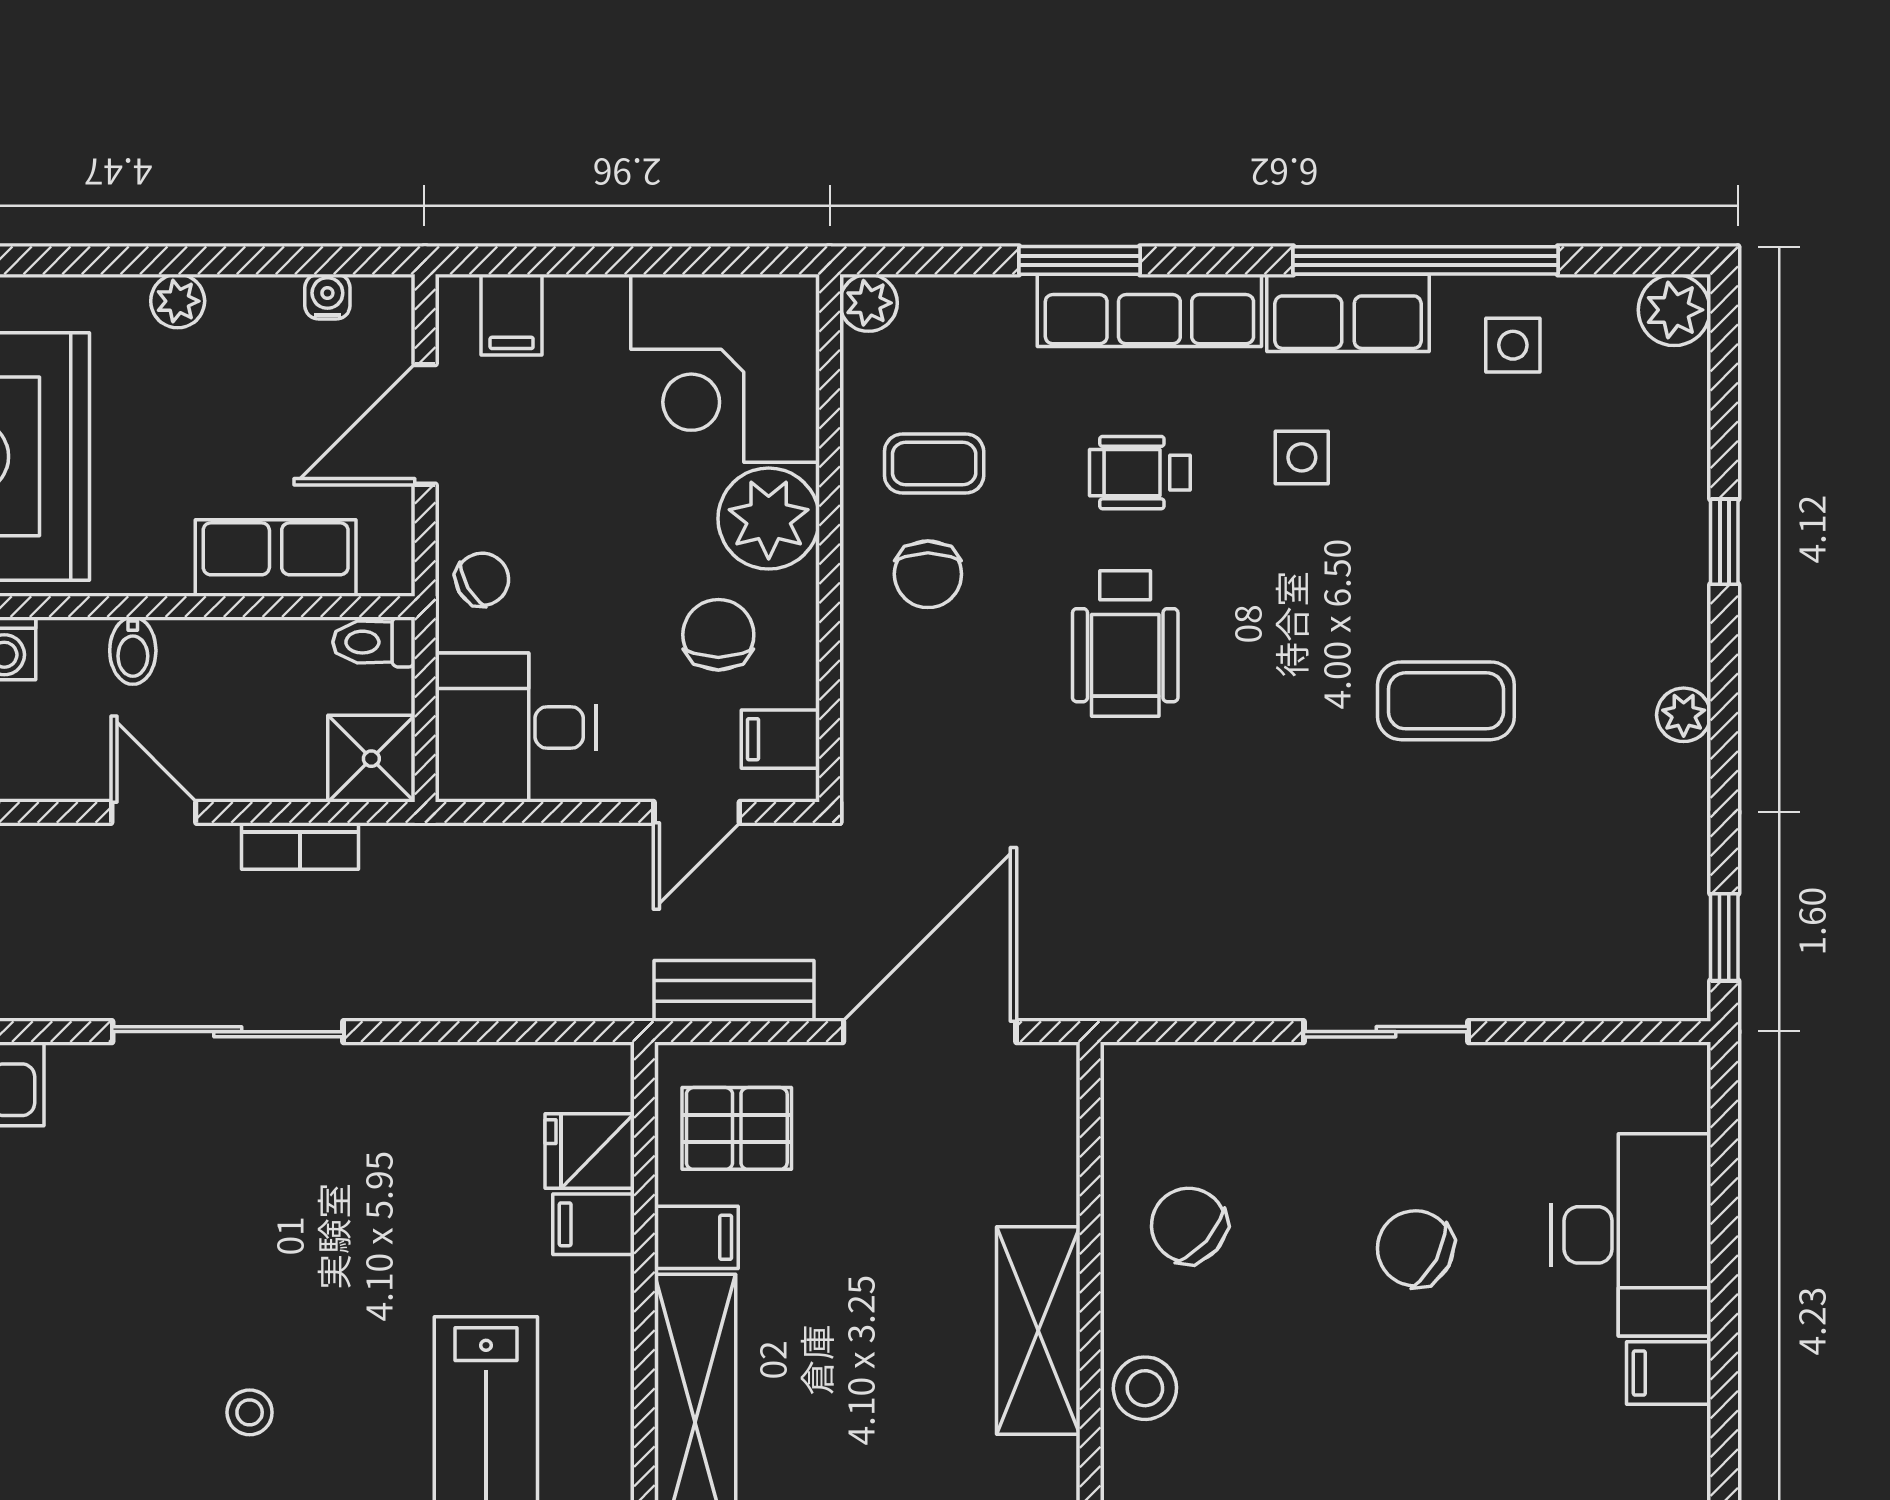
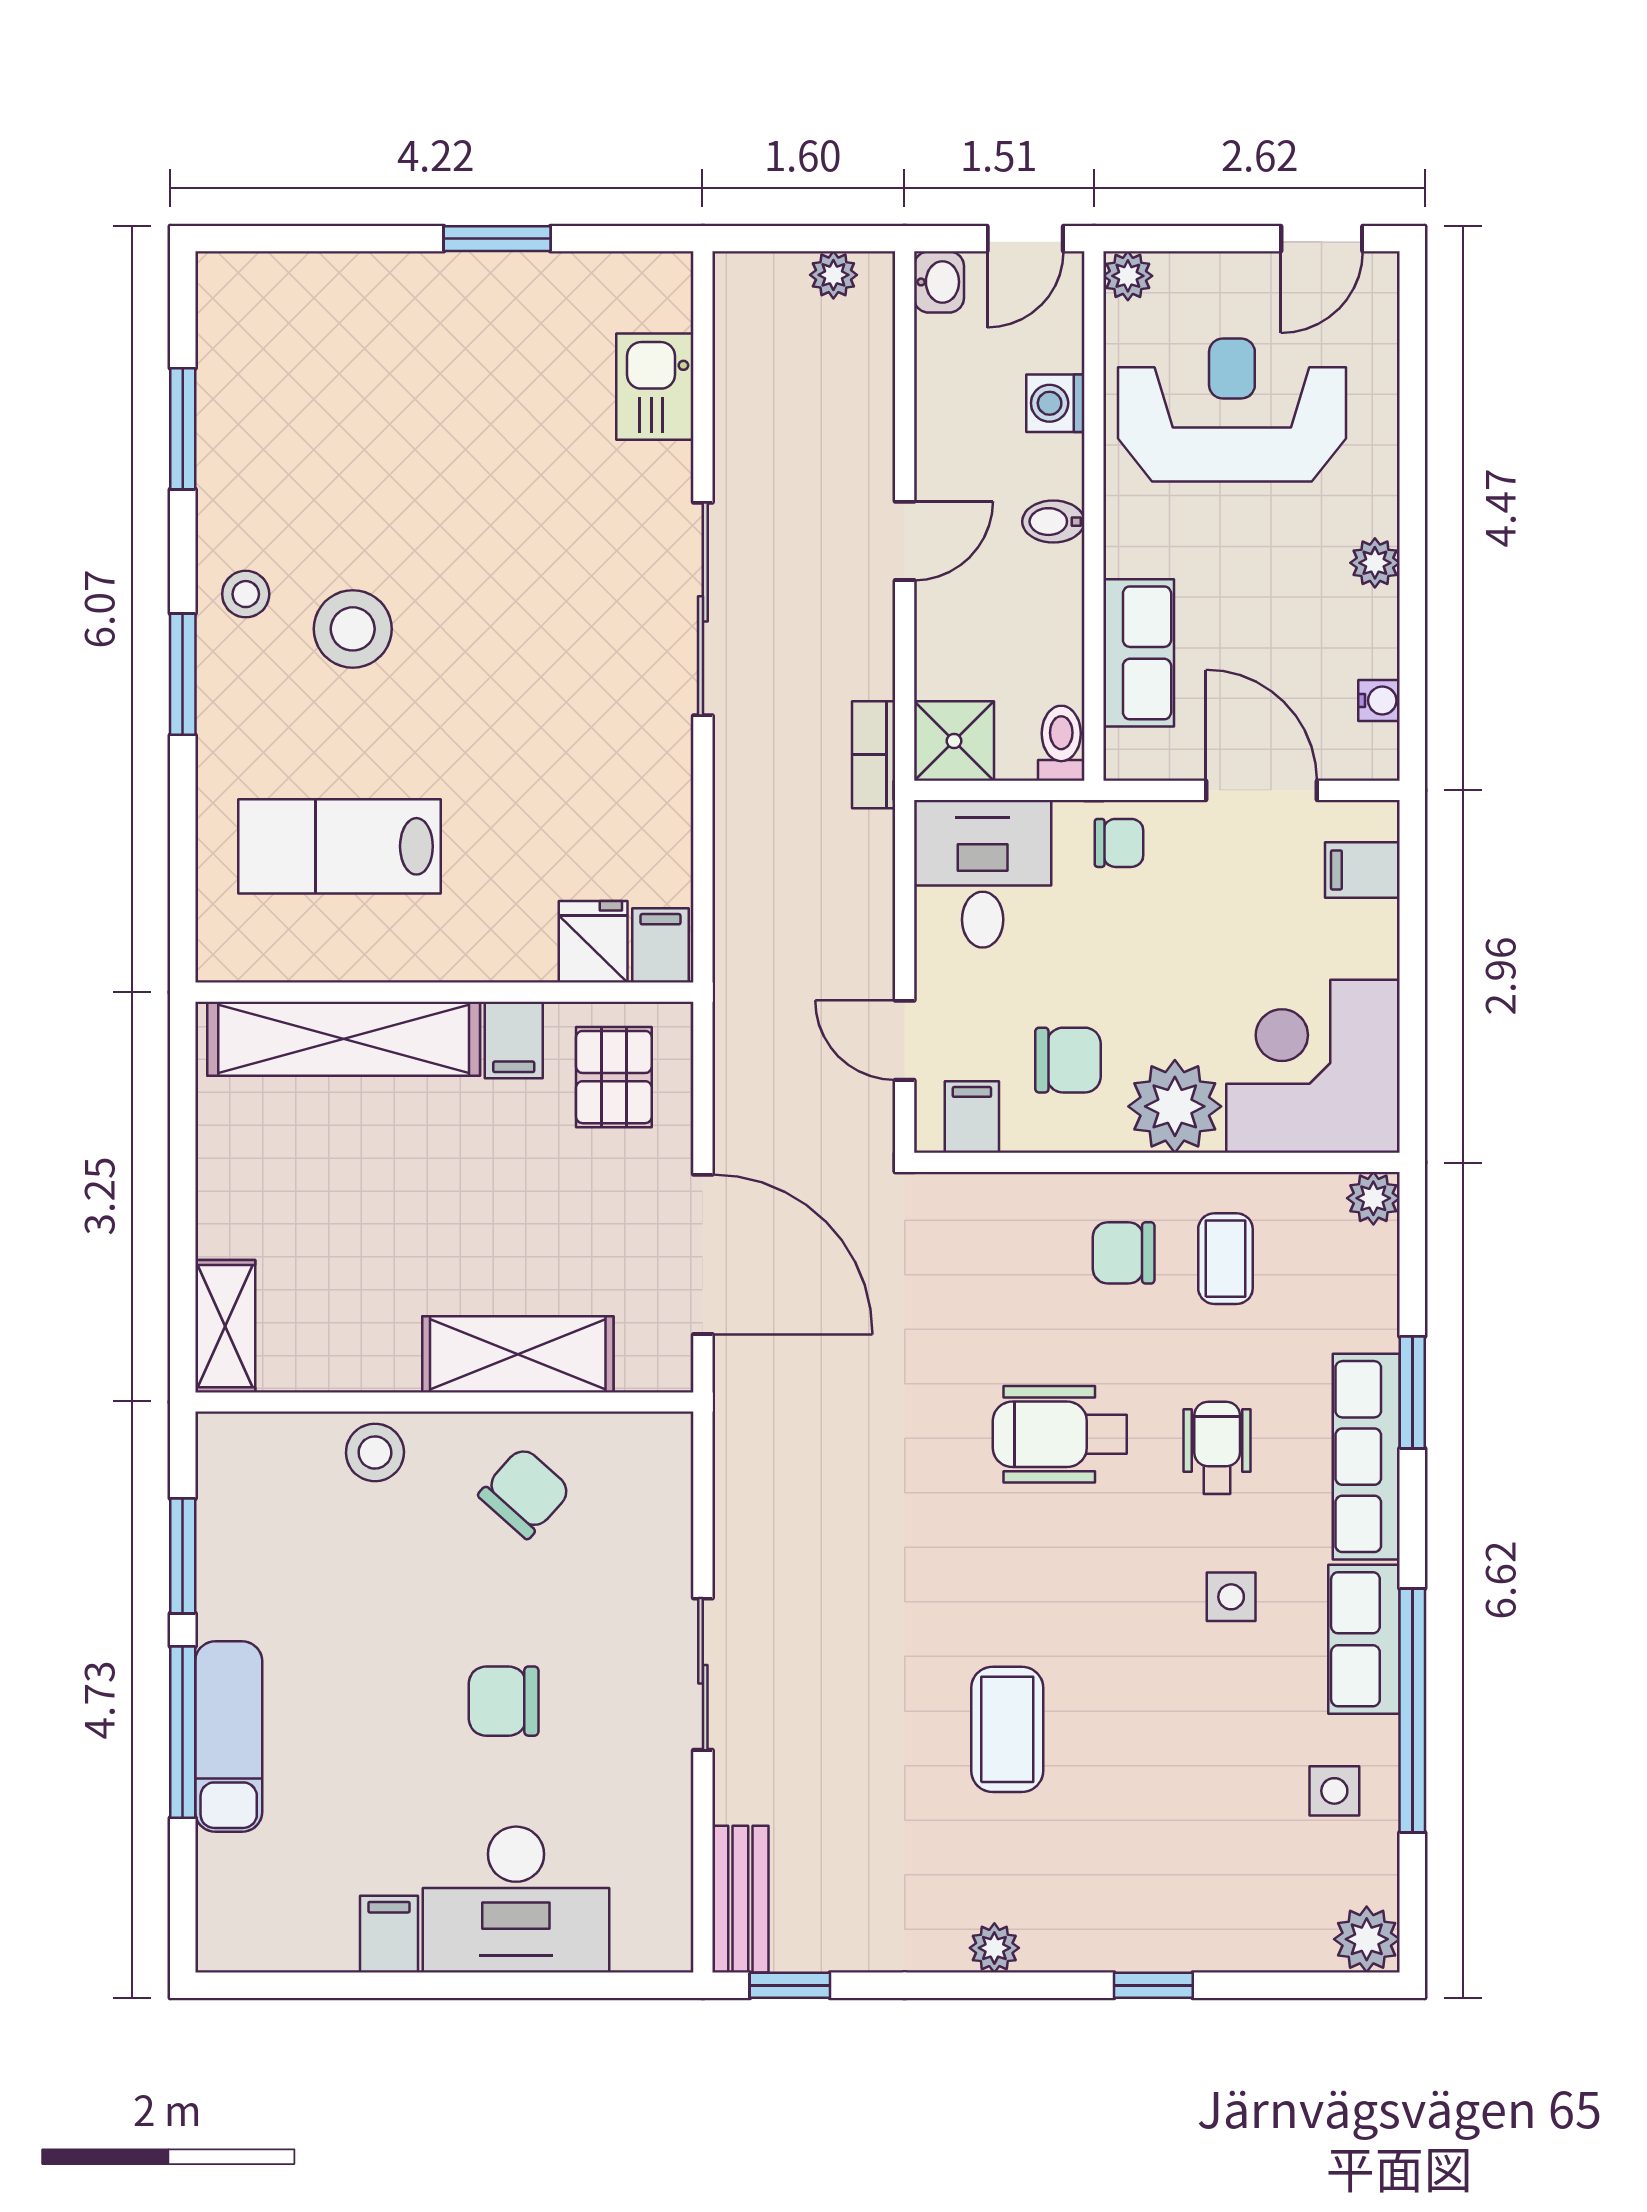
chair: (482, 579) -> (1119, 843), turned -60
bookcase: (300, 846) -> (874, 755), moved
bench: (734, 991) -> (740, 1899), moved
filing cabinet: (594, 1224) -> (660, 945), moved
chair: (1415, 1248) -> (504, 1701), turned -118
shelving: (1038, 1330) -> (518, 1354), moved
stool: (250, 1412) -> (353, 629), width x1.89, depth x1.89

